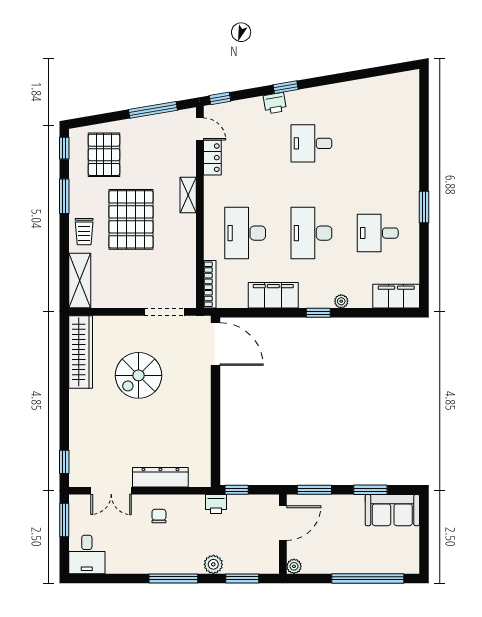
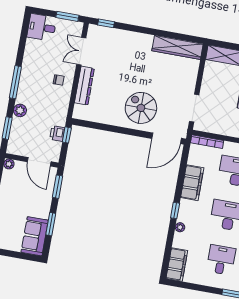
spiral stairs: (138, 375) -> (141, 108), moved
printer: (216, 504) -> (57, 134), moved

